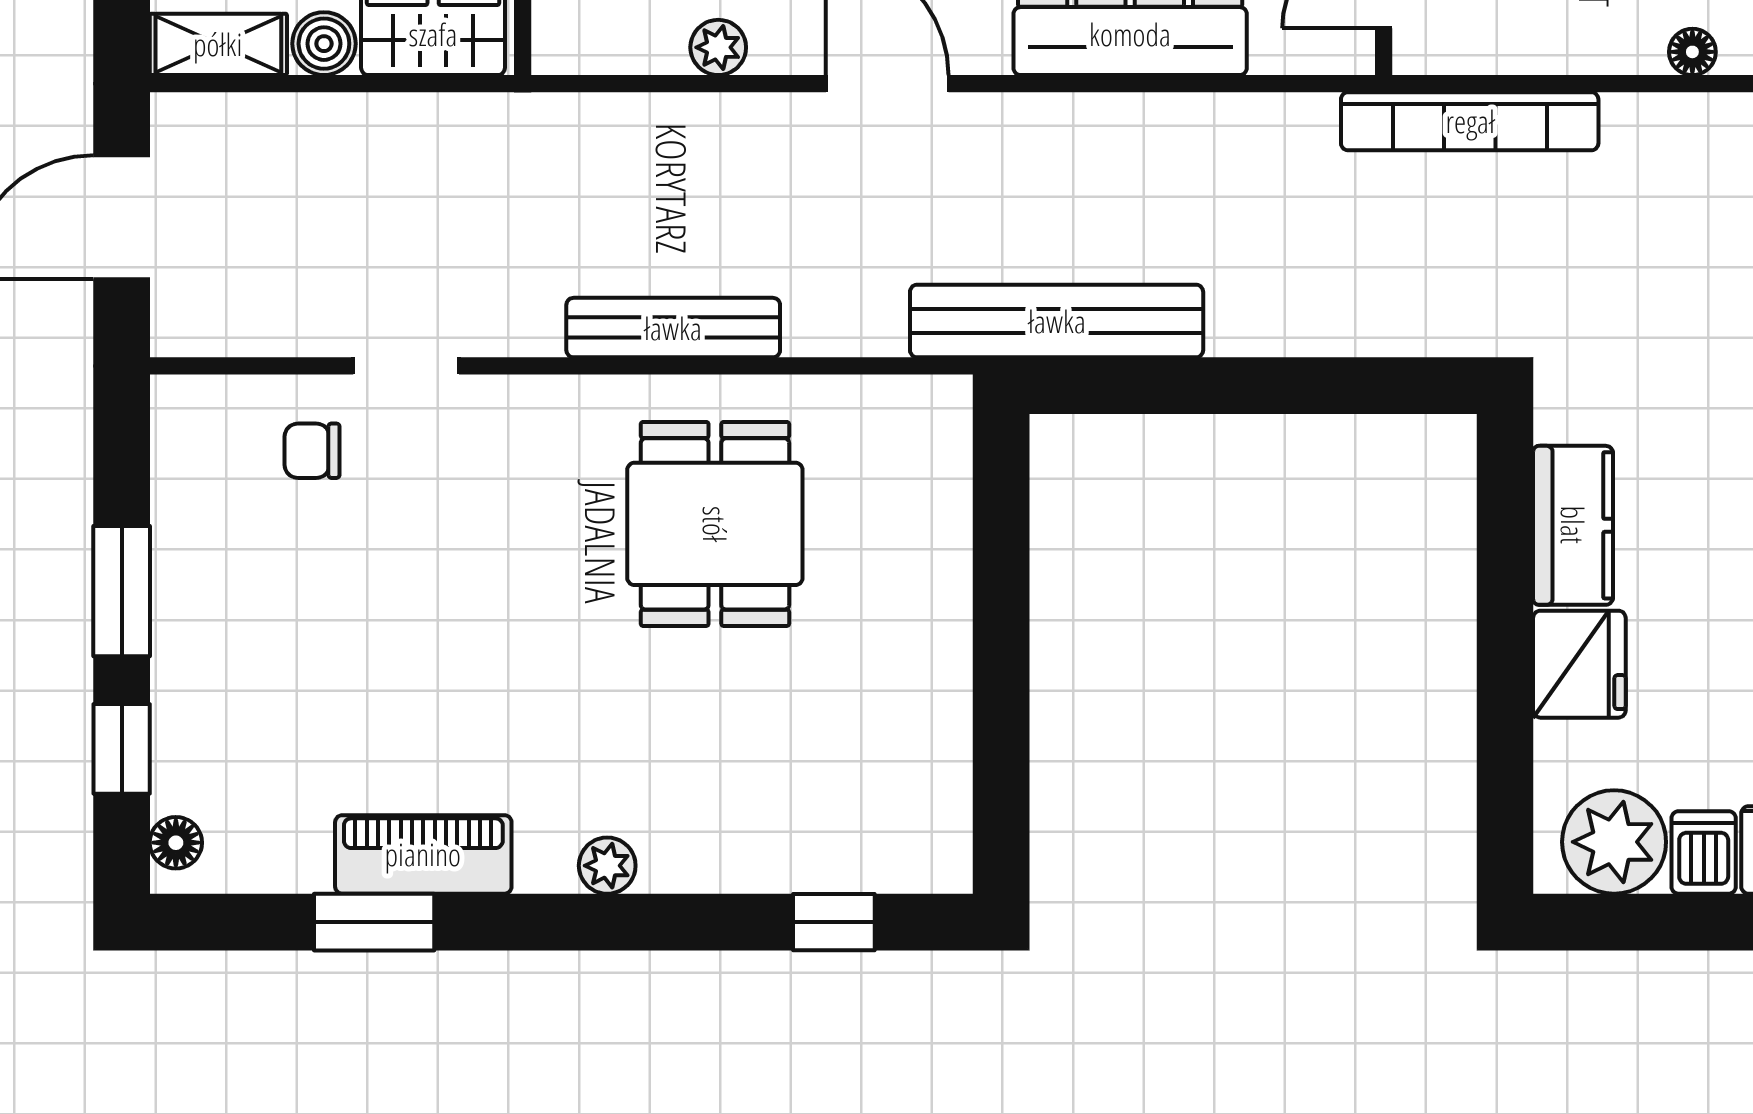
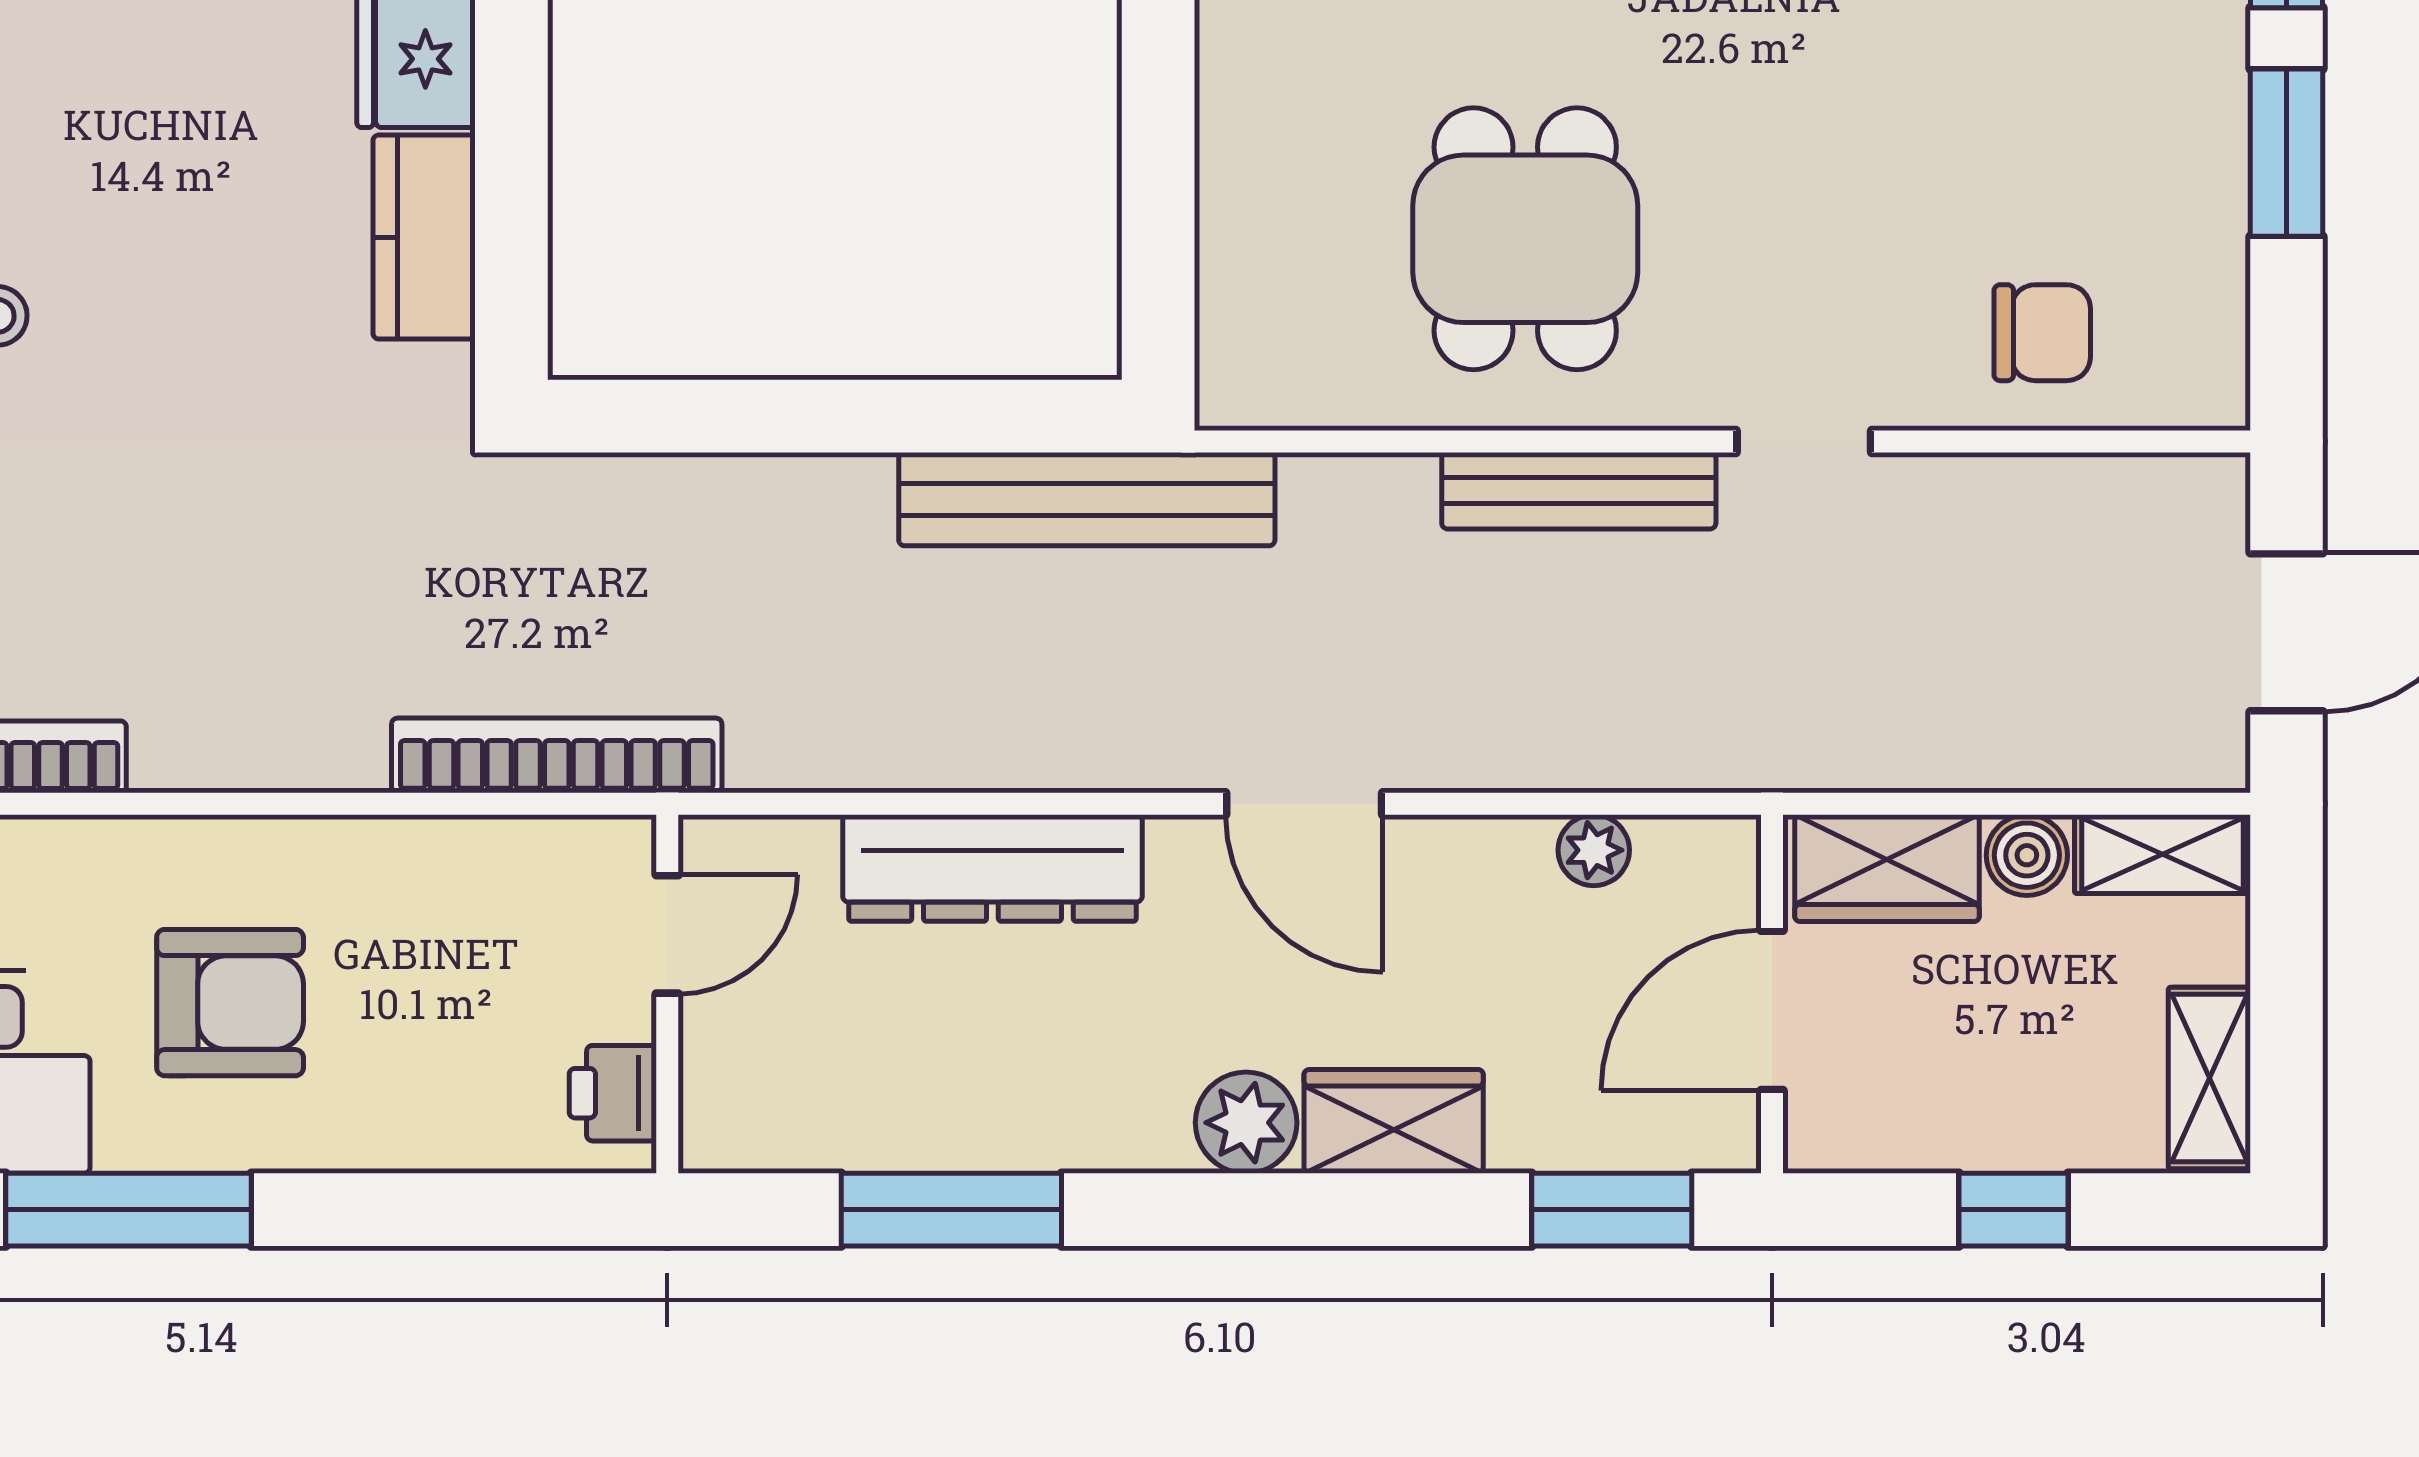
plant: (718, 47) -> (1594, 850), moved
floor lamp: (1692, 52) -> (271, 844), removed
doorway: (406, 366) -> (1804, 442), moved
chair: (312, 451) -> (2042, 333), width x1.37, depth x1.37

